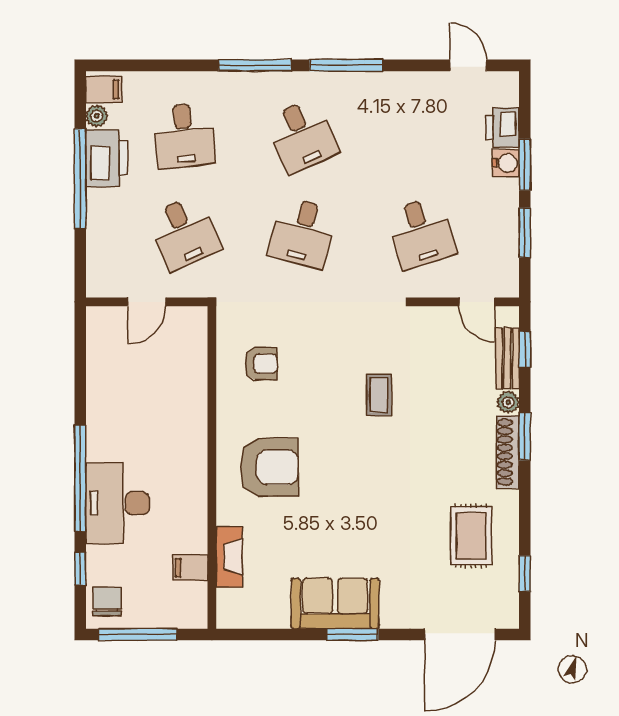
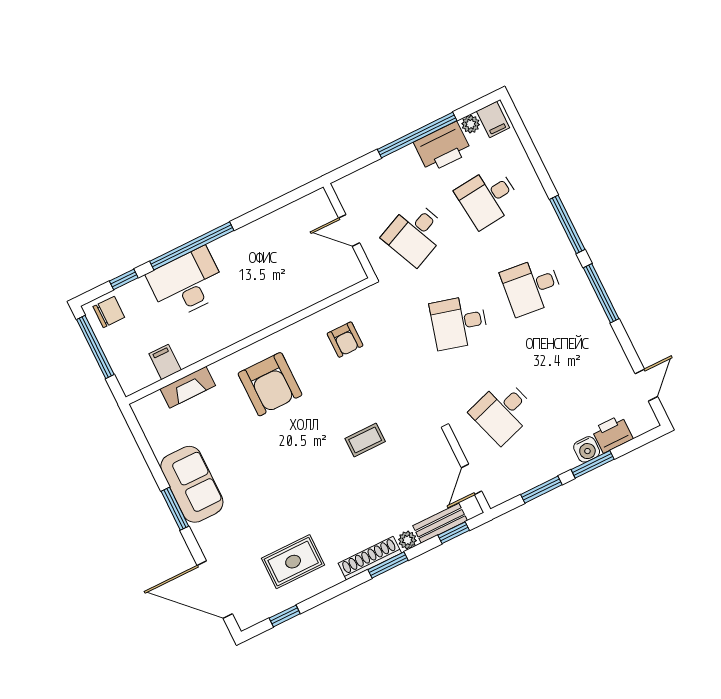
desk: (302, 136) -> (532, 286), turned 30

